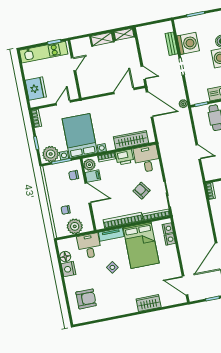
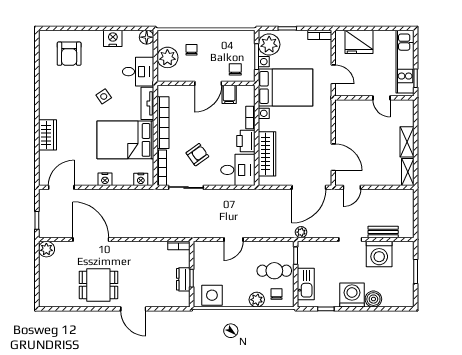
plant: (89, 165) -> (245, 93), removed
nightstand: (170, 239) -> (105, 179), moved
floor lamp: (65, 257) -> (147, 37), moved

